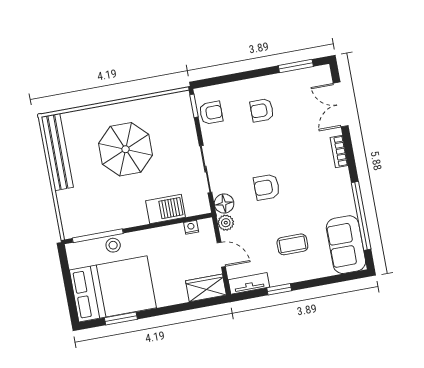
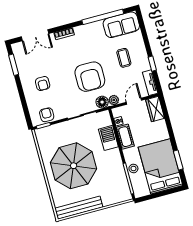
parasol: (126, 149) -> (74, 166), width x1.36, depth x1.36
armchair: (267, 187) -> (90, 77), width x1.88, depth x1.88
cot: (165, 236) -> (125, 137), added

